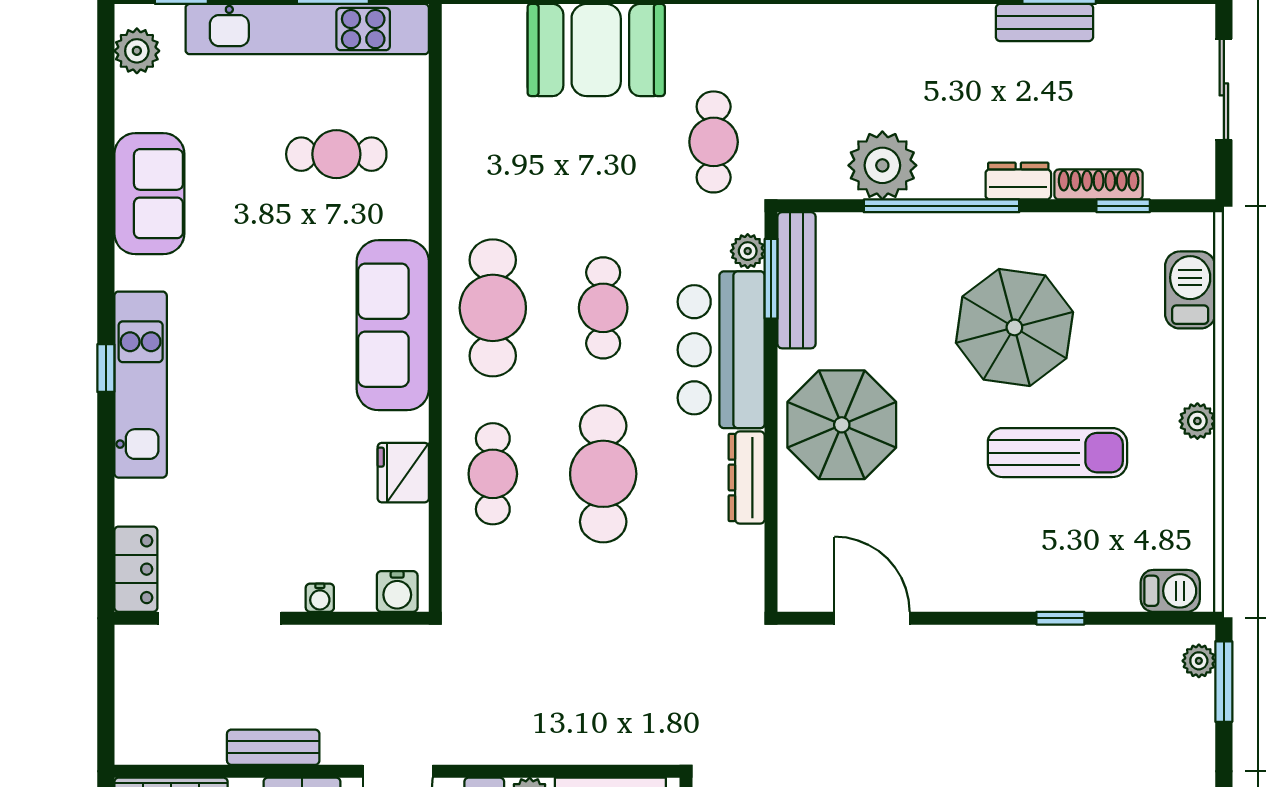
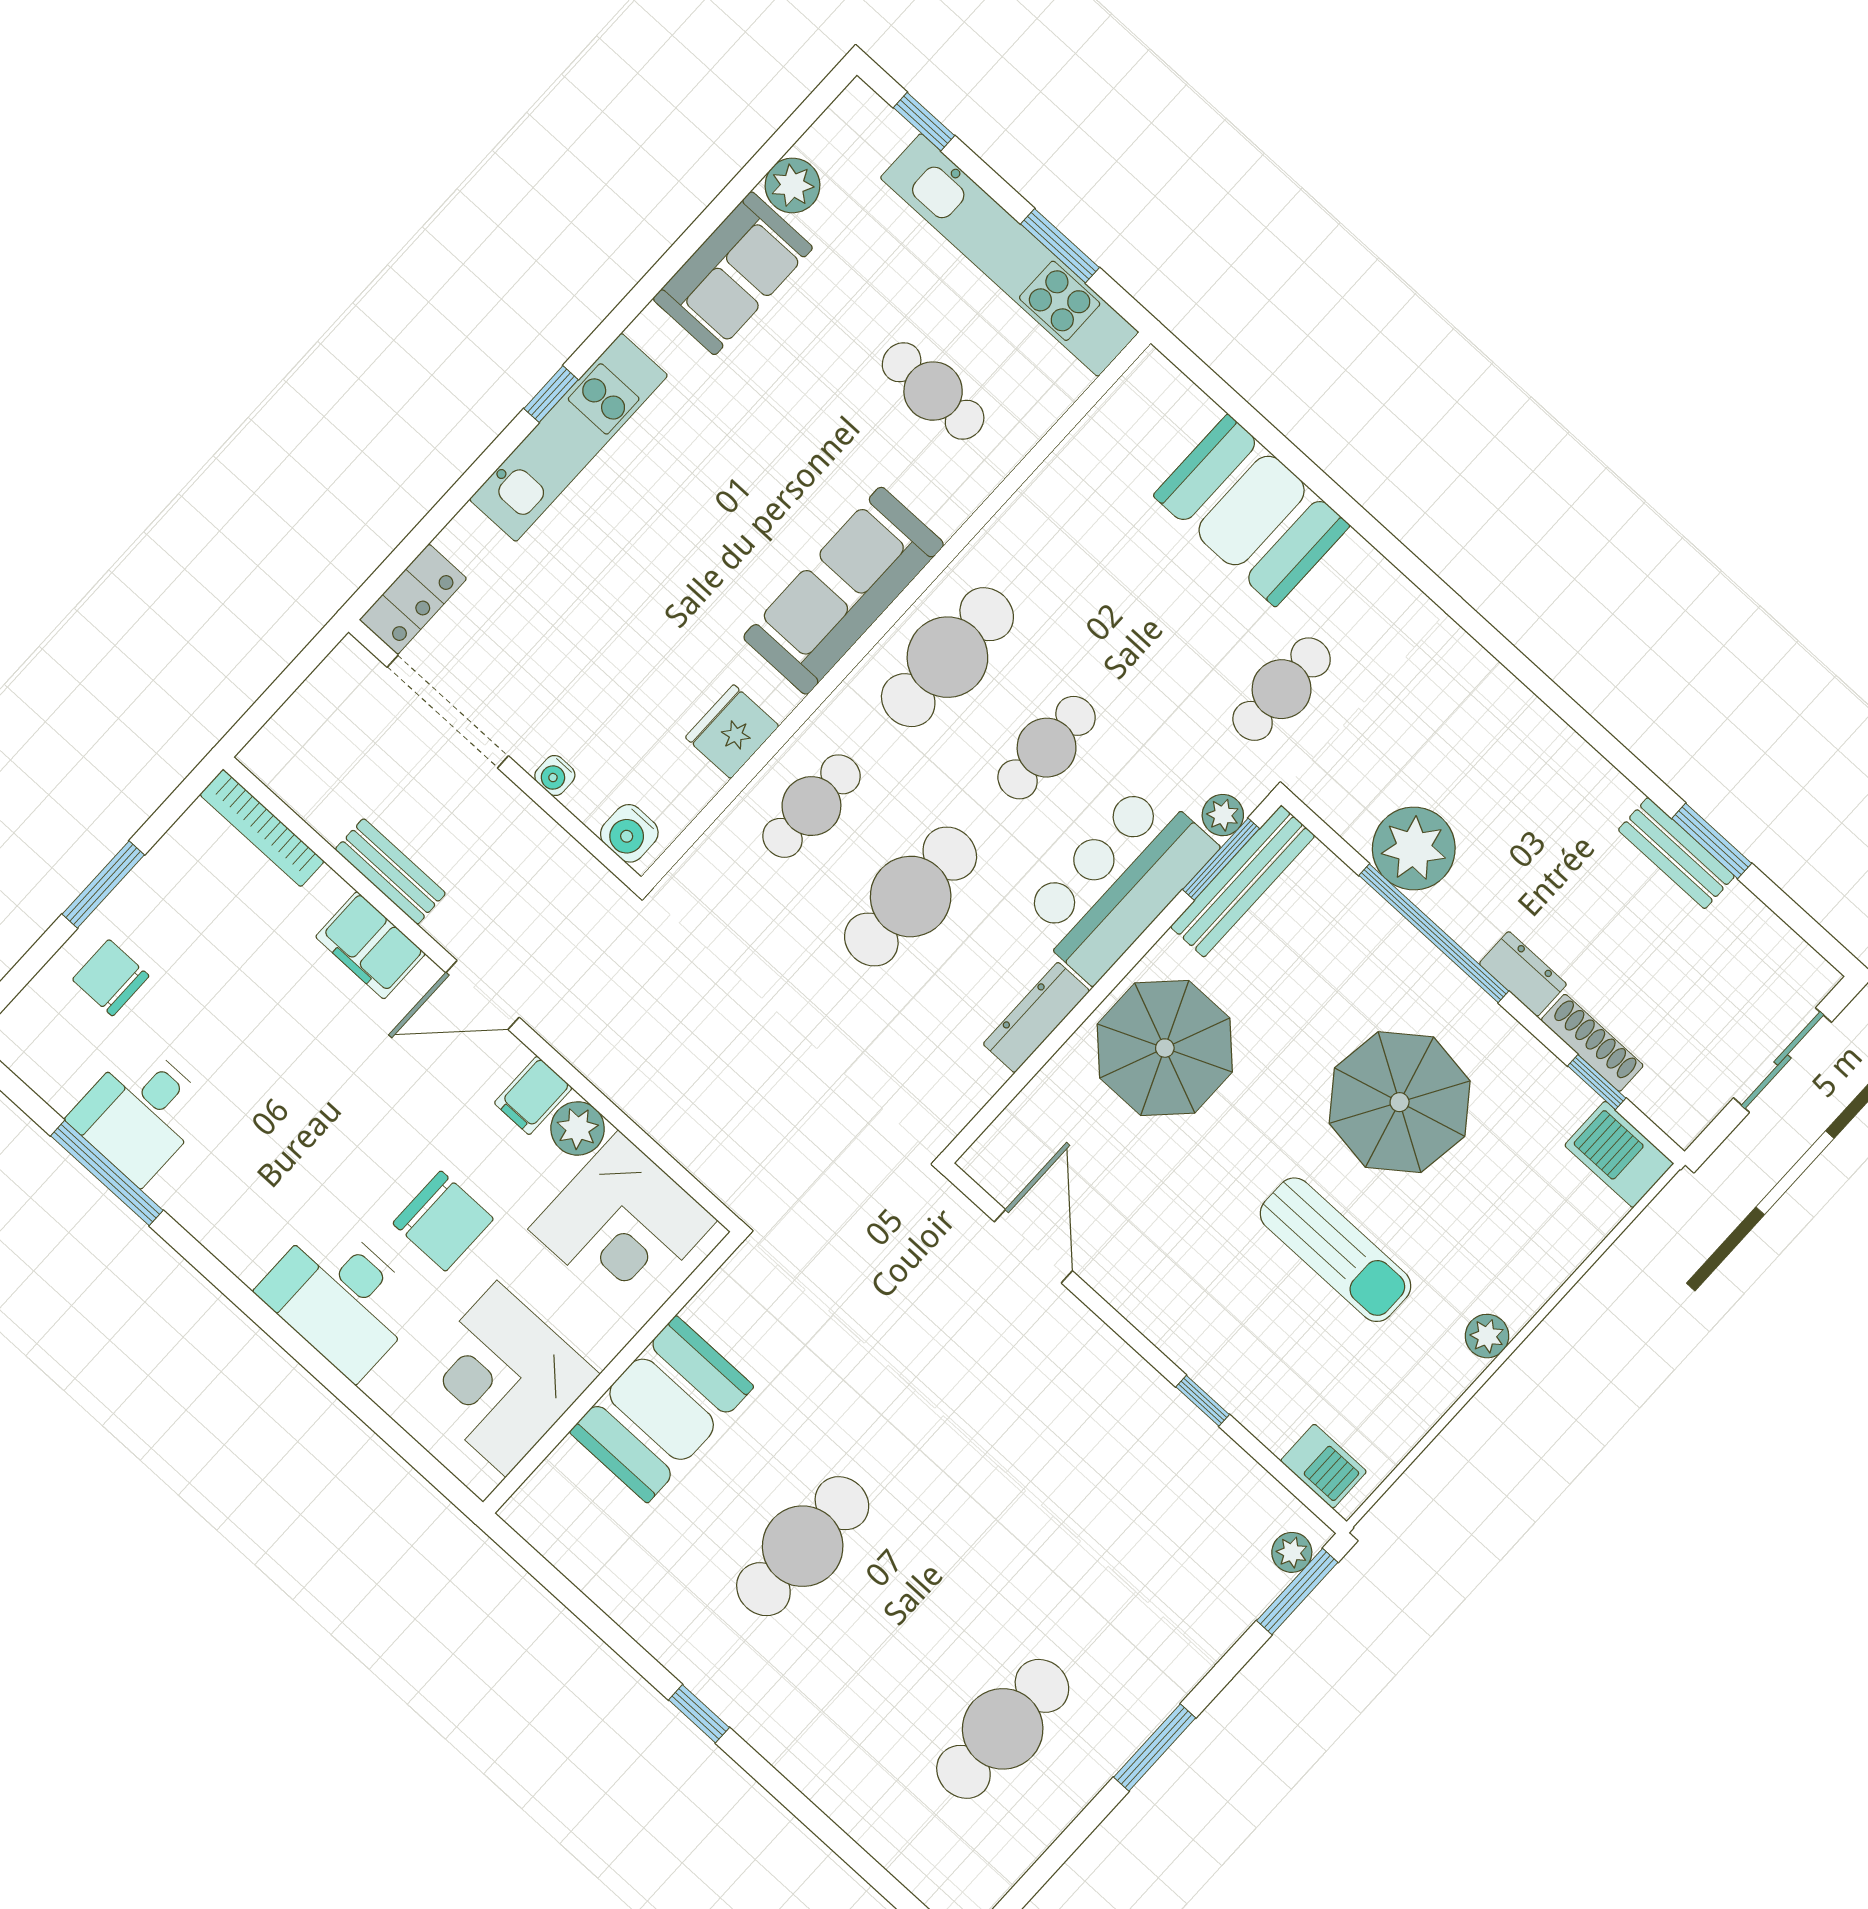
plant: (137, 51) -> (792, 185), moved
barbecue: (1190, 290) -> (1619, 1154), moved, turned -90

